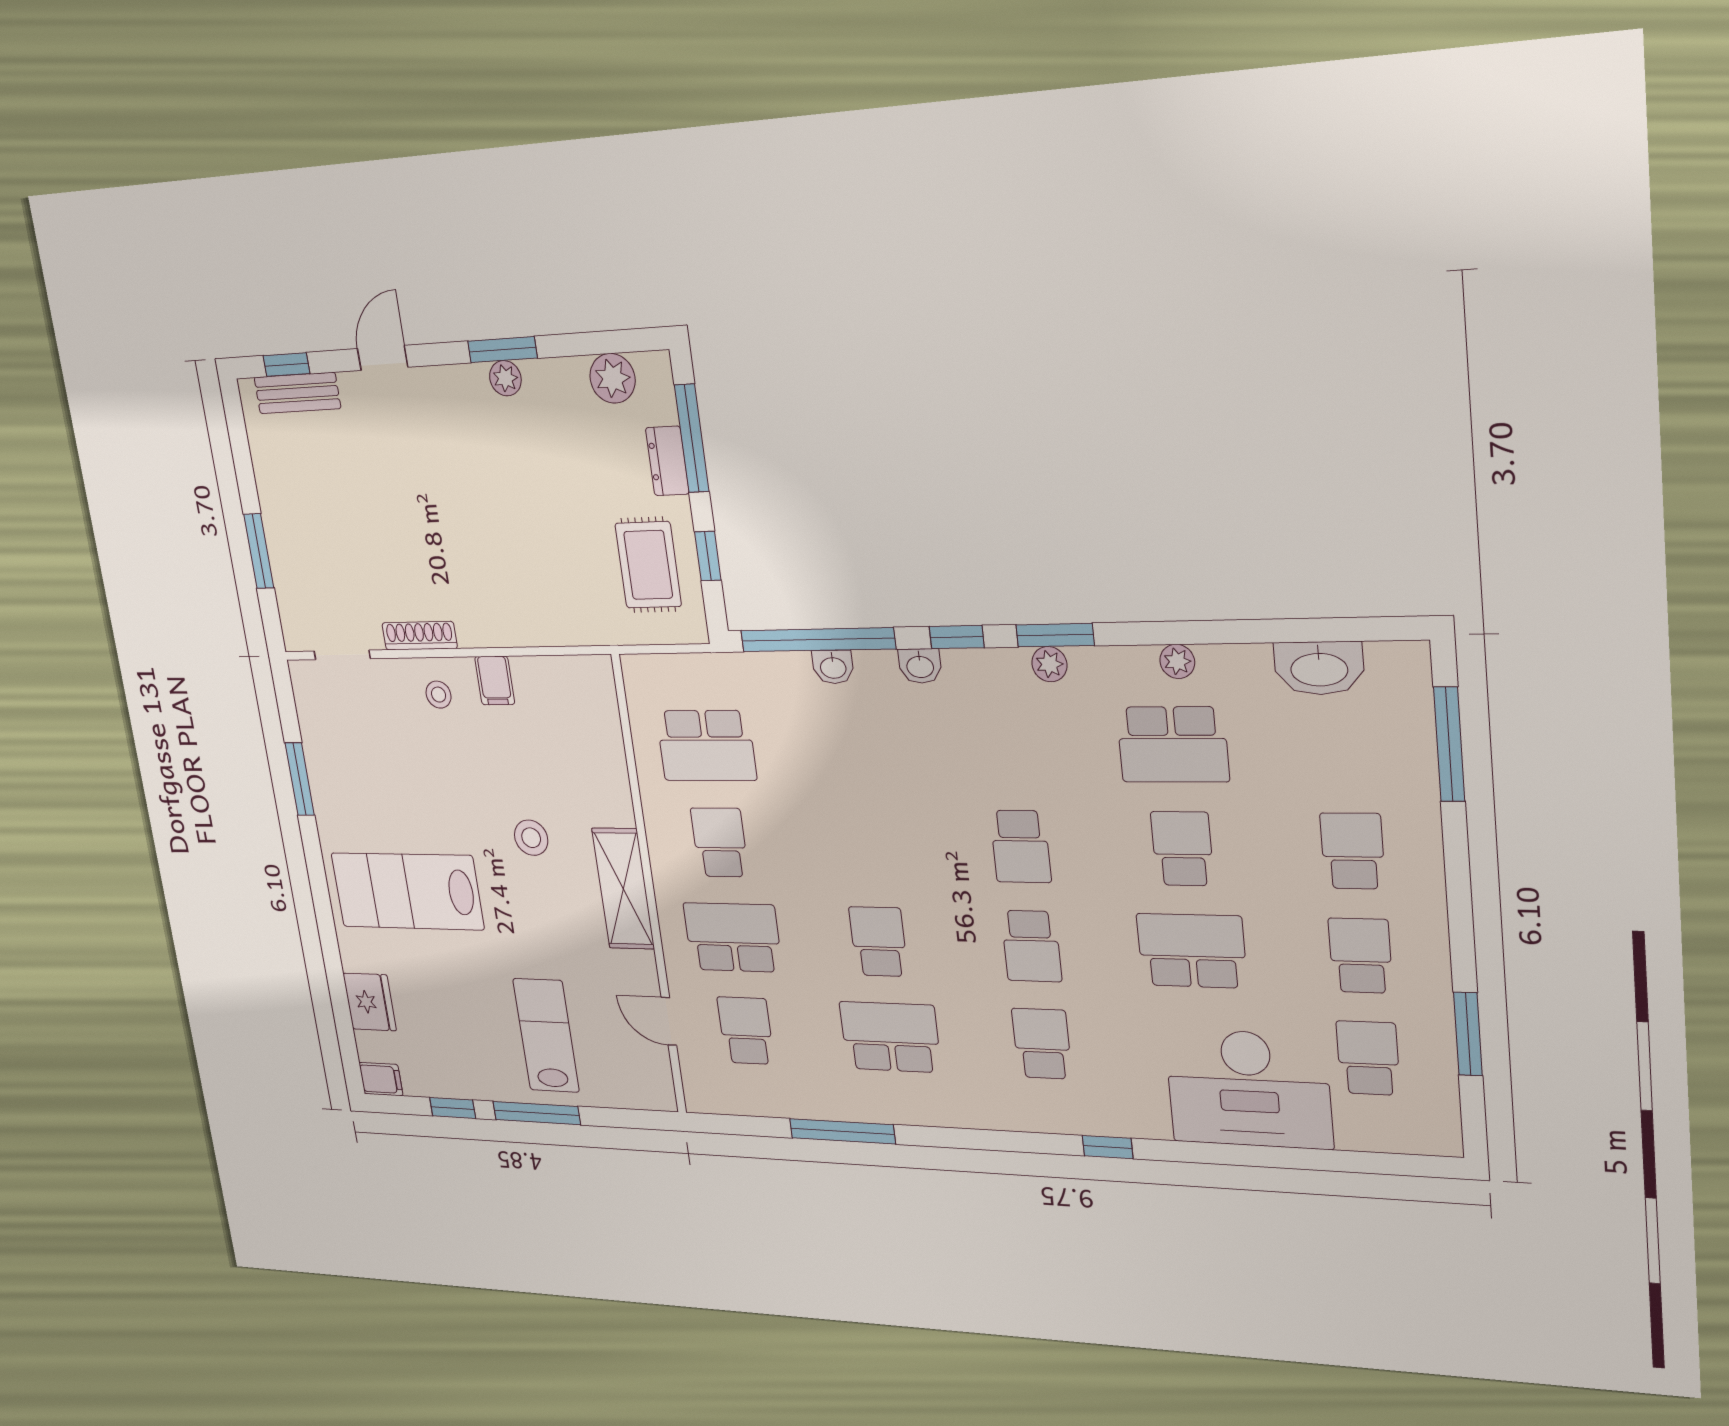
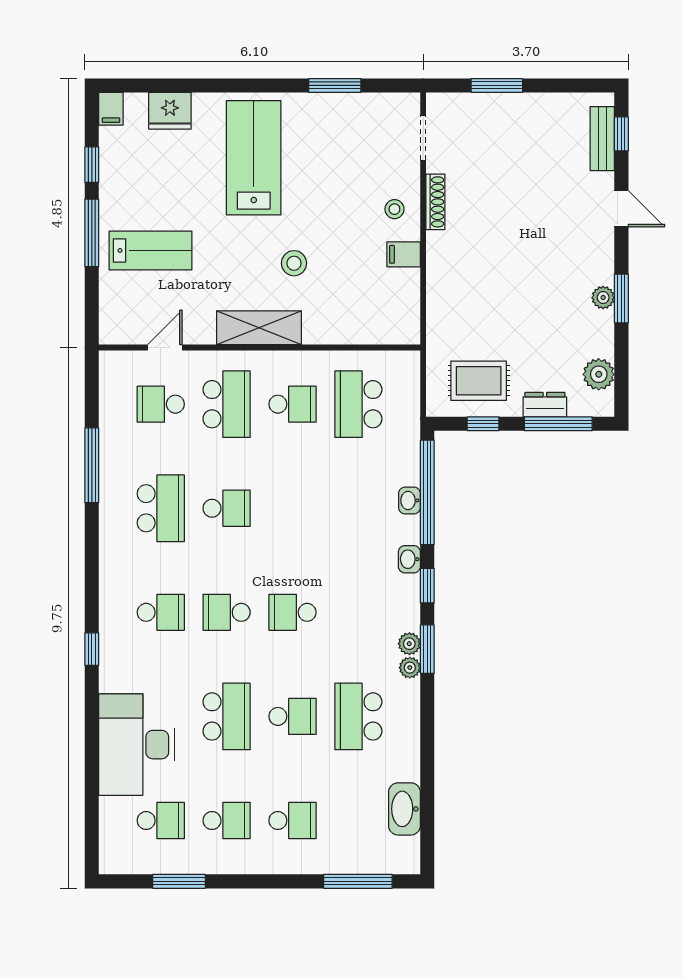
plant: (1177, 661) -> (410, 668), moved
school desk: (746, 1031) -> (161, 404), turned 180

